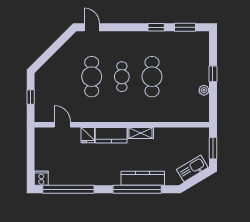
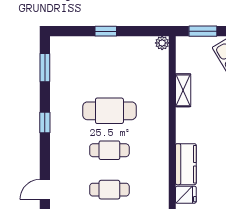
window: (156, 27) -> (45, 122), moved
cafe table: (92, 77) -> (109, 190), width x0.73, depth x0.74
plant: (204, 90) -> (162, 43), moved
shelving: (141, 133) -> (183, 90), moved

